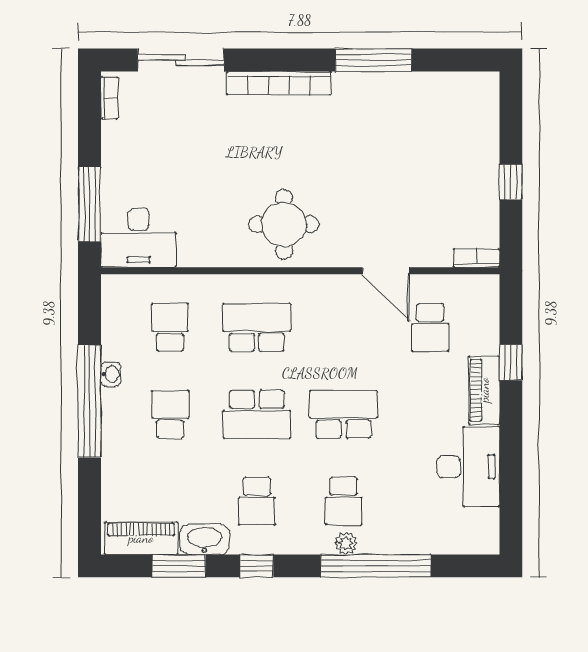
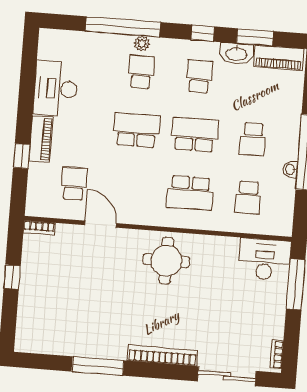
school desk: (344, 414) -> (137, 130), turned 180

